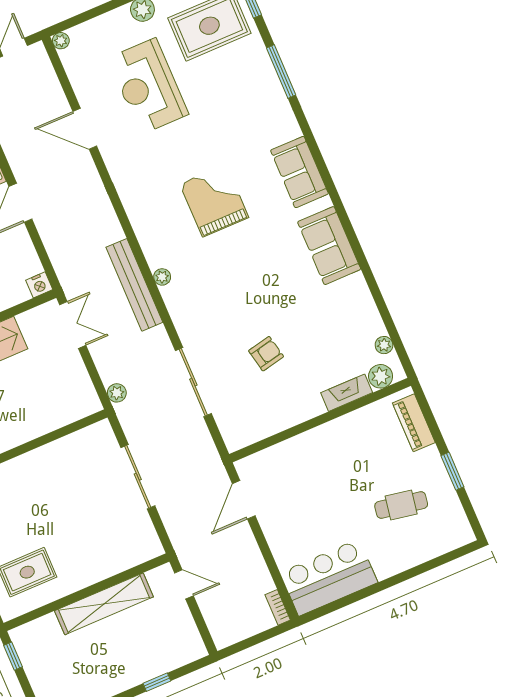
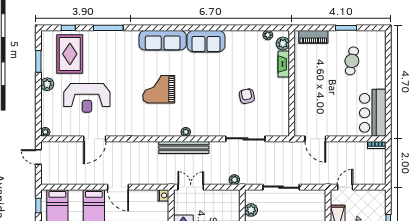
sofa: (299, 172) -> (163, 40), width x1.36
plant: (78, 443) -> (251, 210), added

